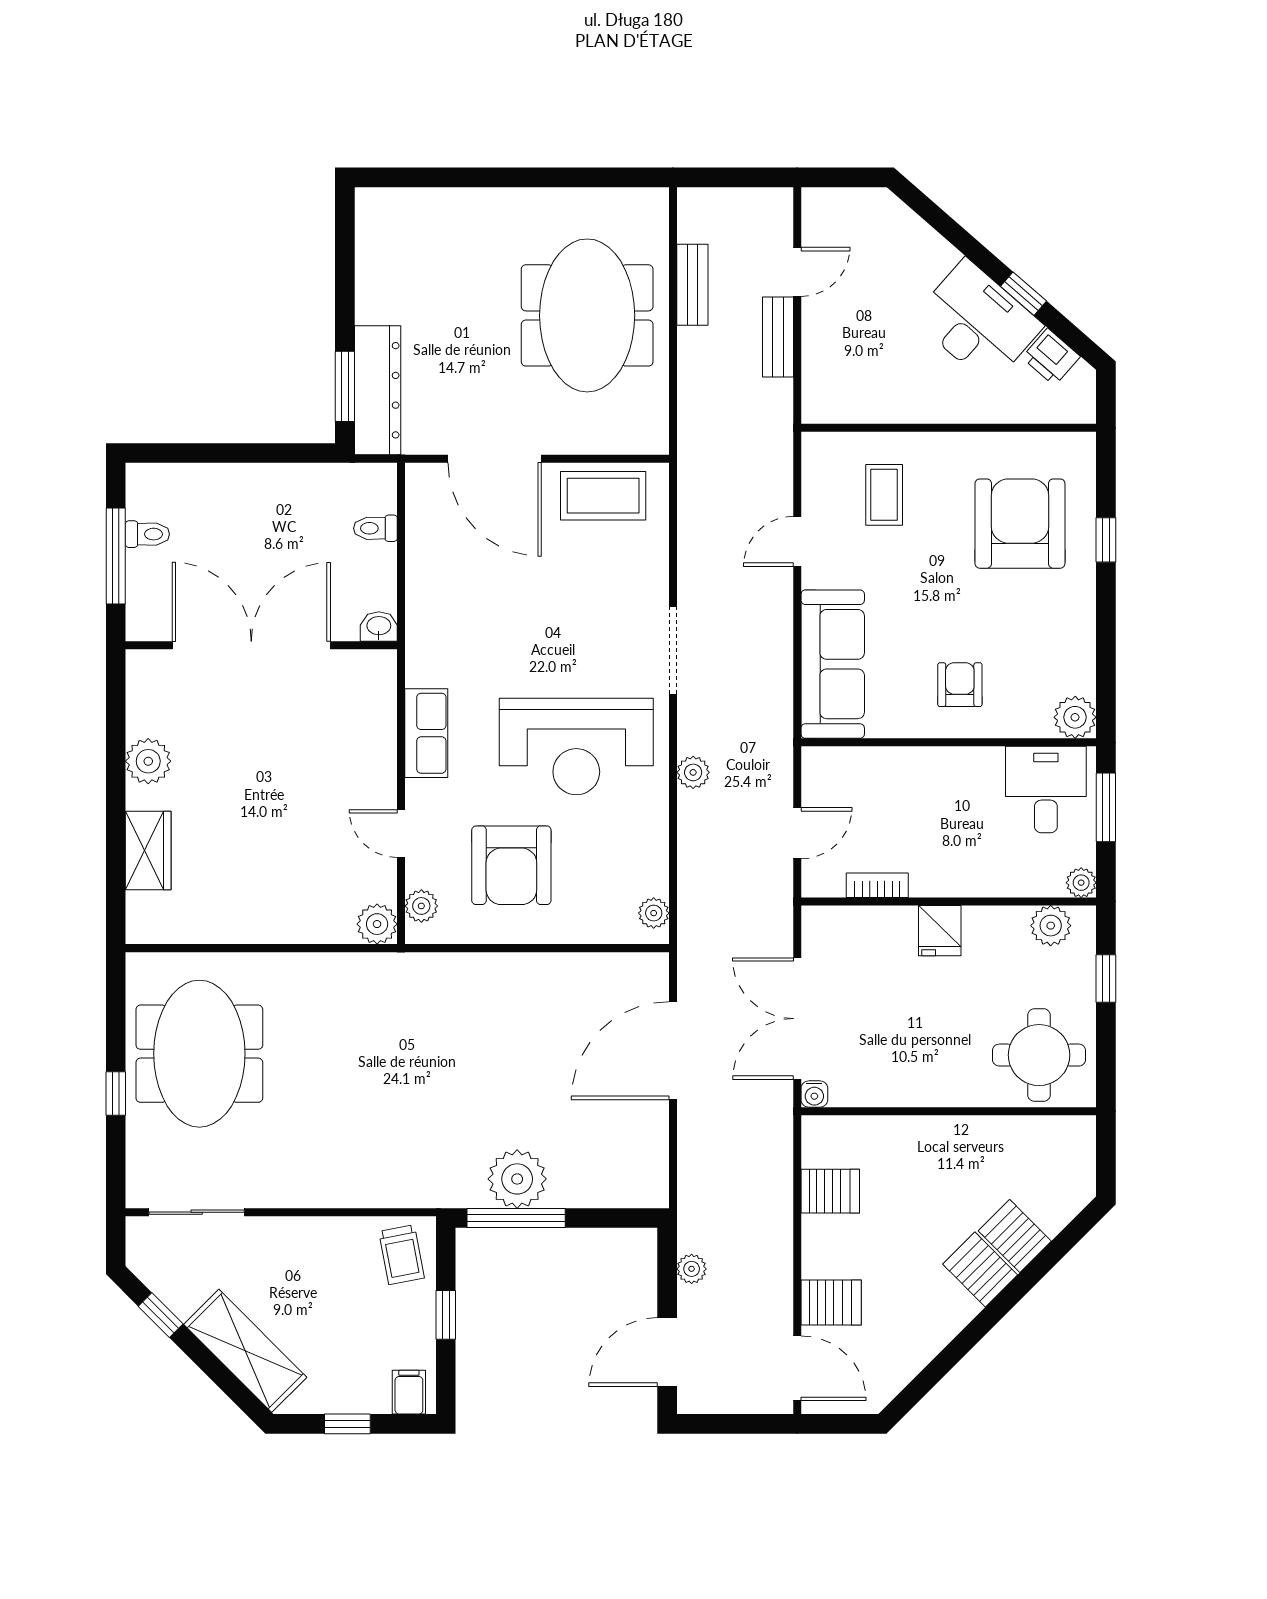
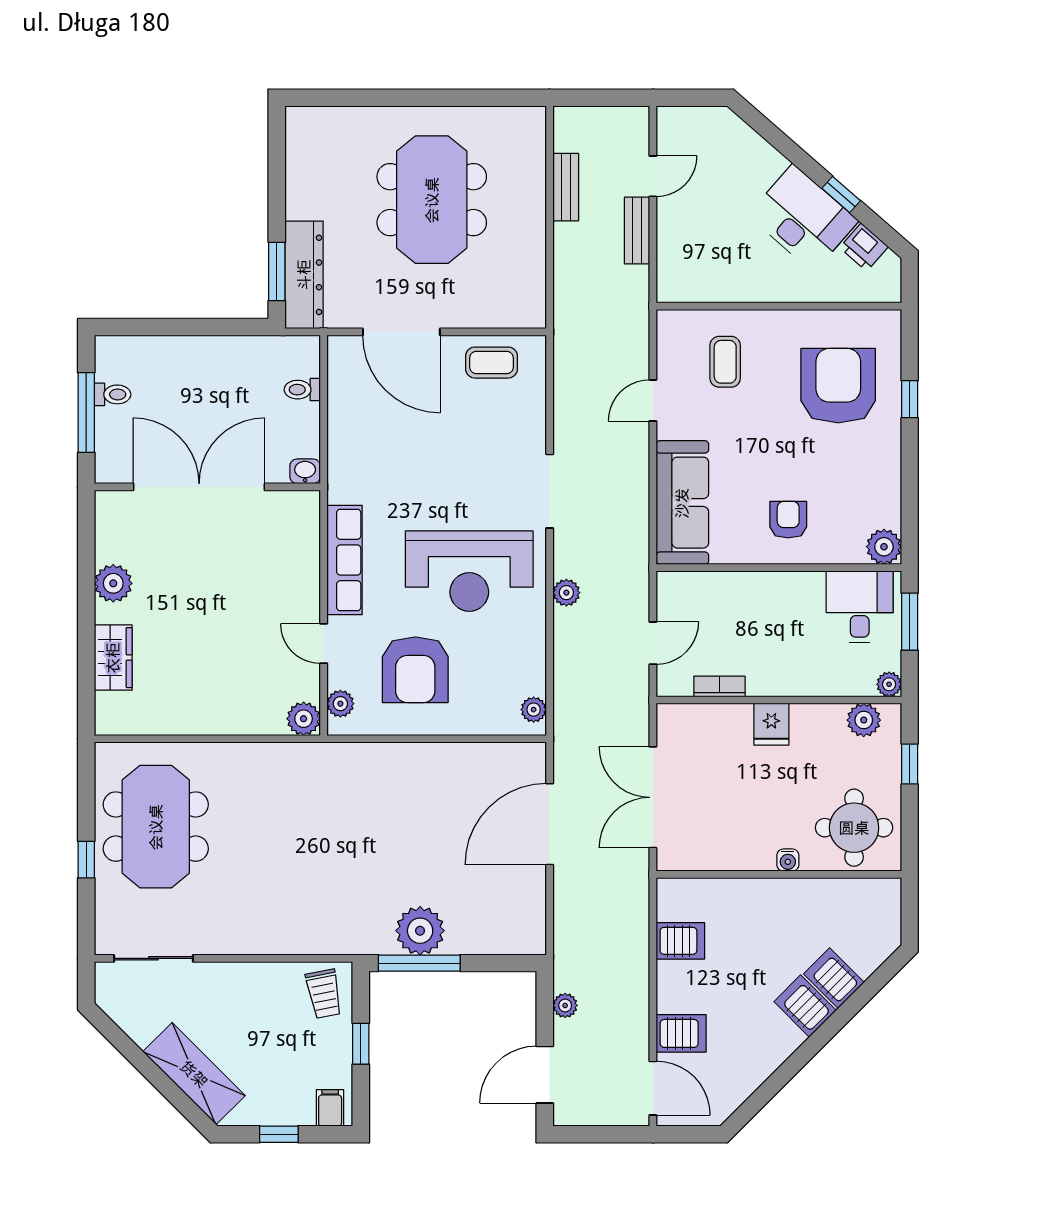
meeting table: (587, 315) -> (432, 200), moved
coffee table: (603, 496) -> (492, 363), width x0.73, depth x0.77
row of seats: (426, 733) -> (344, 560), width x1.48
water cooler: (814, 1094) -> (788, 860), moved
window: (161, 1315) -> (124, 1044), removed

